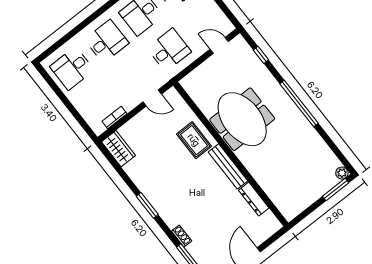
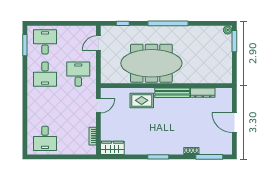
desk: (107, 41) -> (45, 106), removed
meeting table: (242, 119) -> (151, 63), width x1.36

